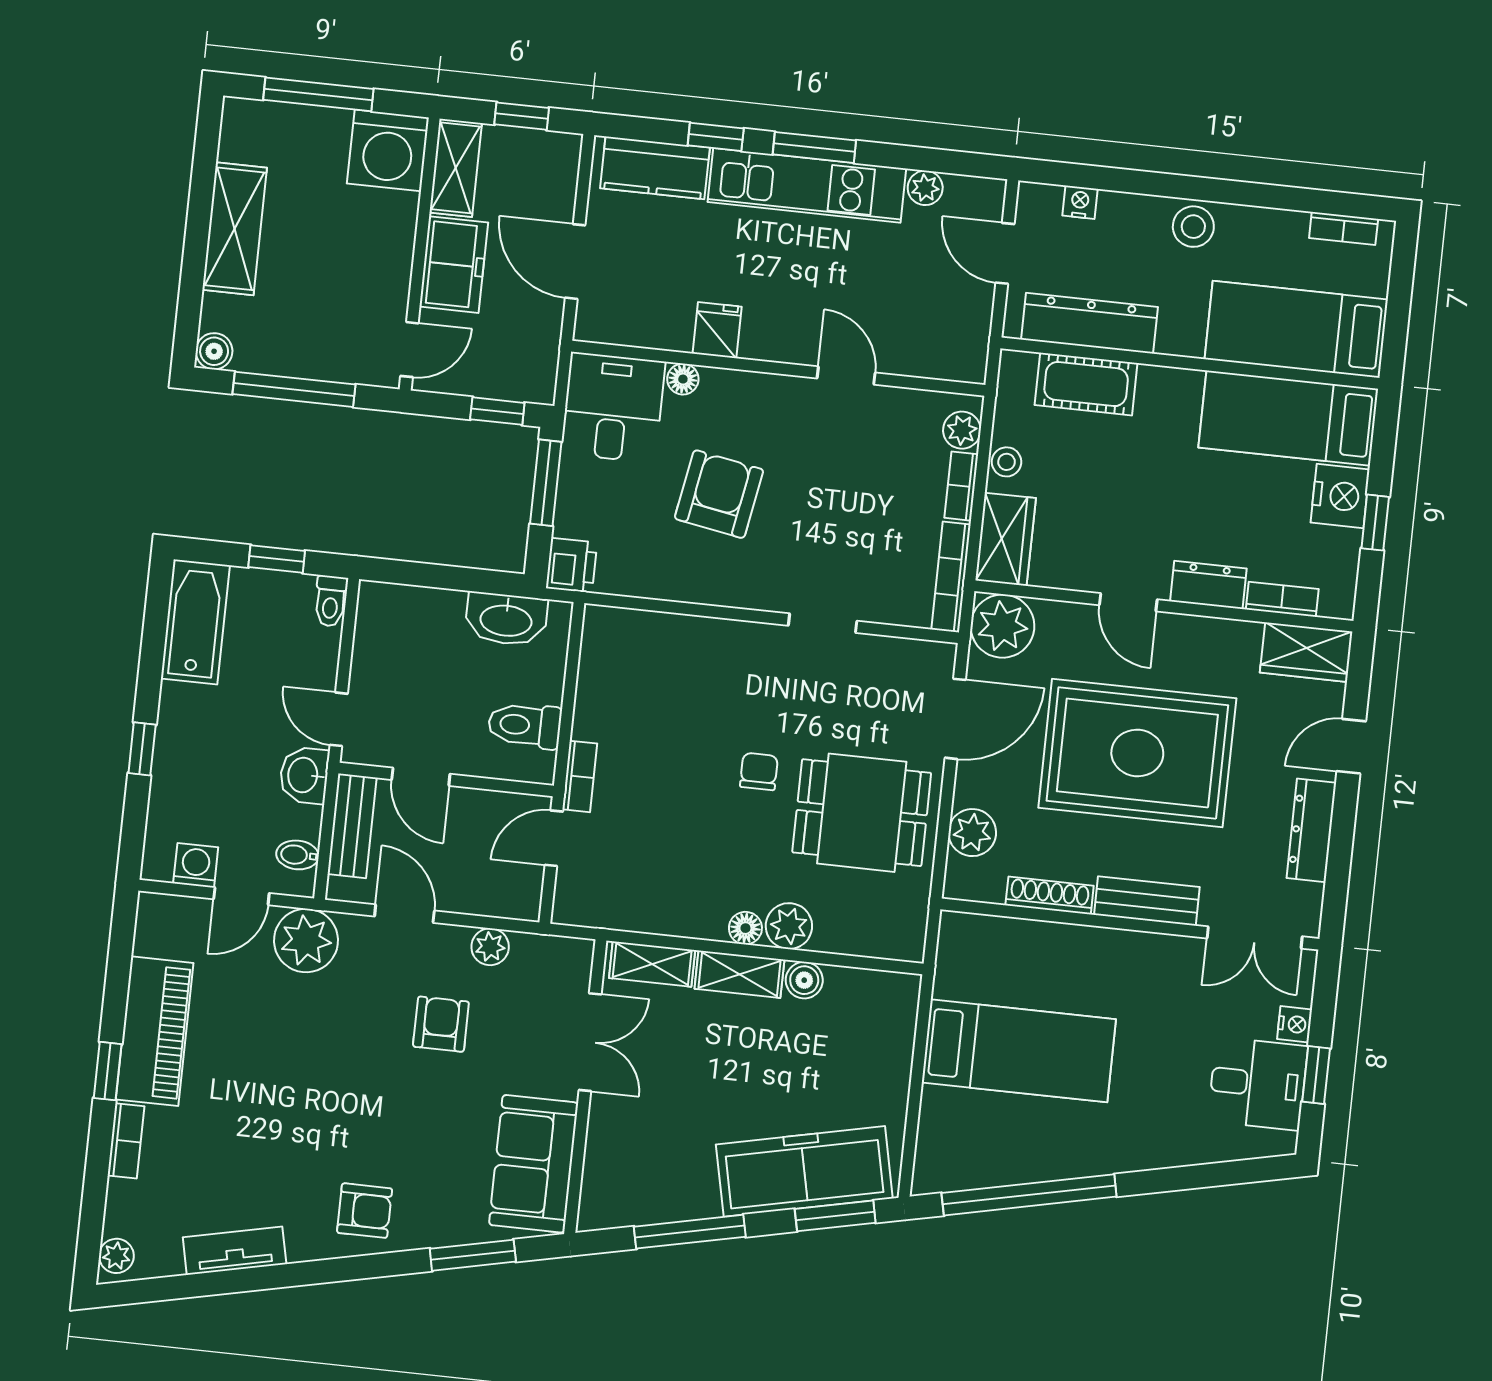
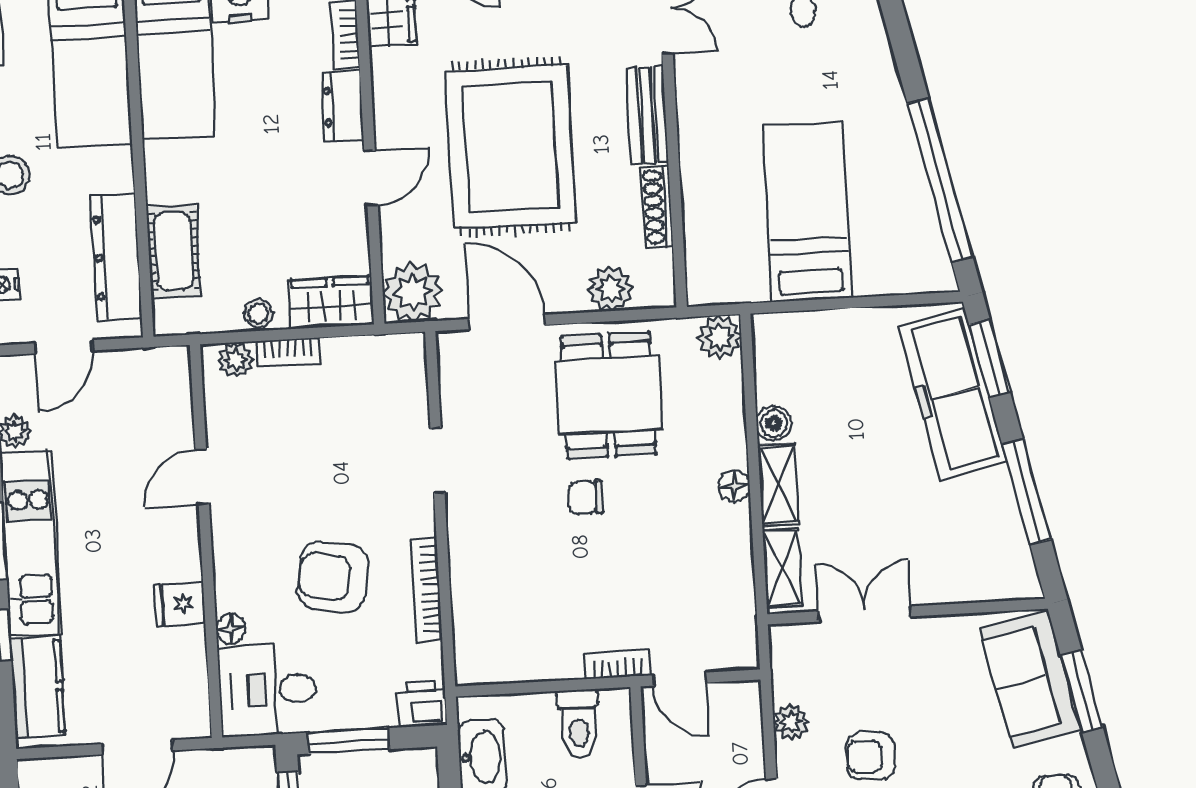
bookcase: (951, 577) -> (426, 590), moved, turned 90
plant: (789, 926) -> (720, 337), moved
sofa: (534, 1164) -> (1030, 679), moved, turned 78

